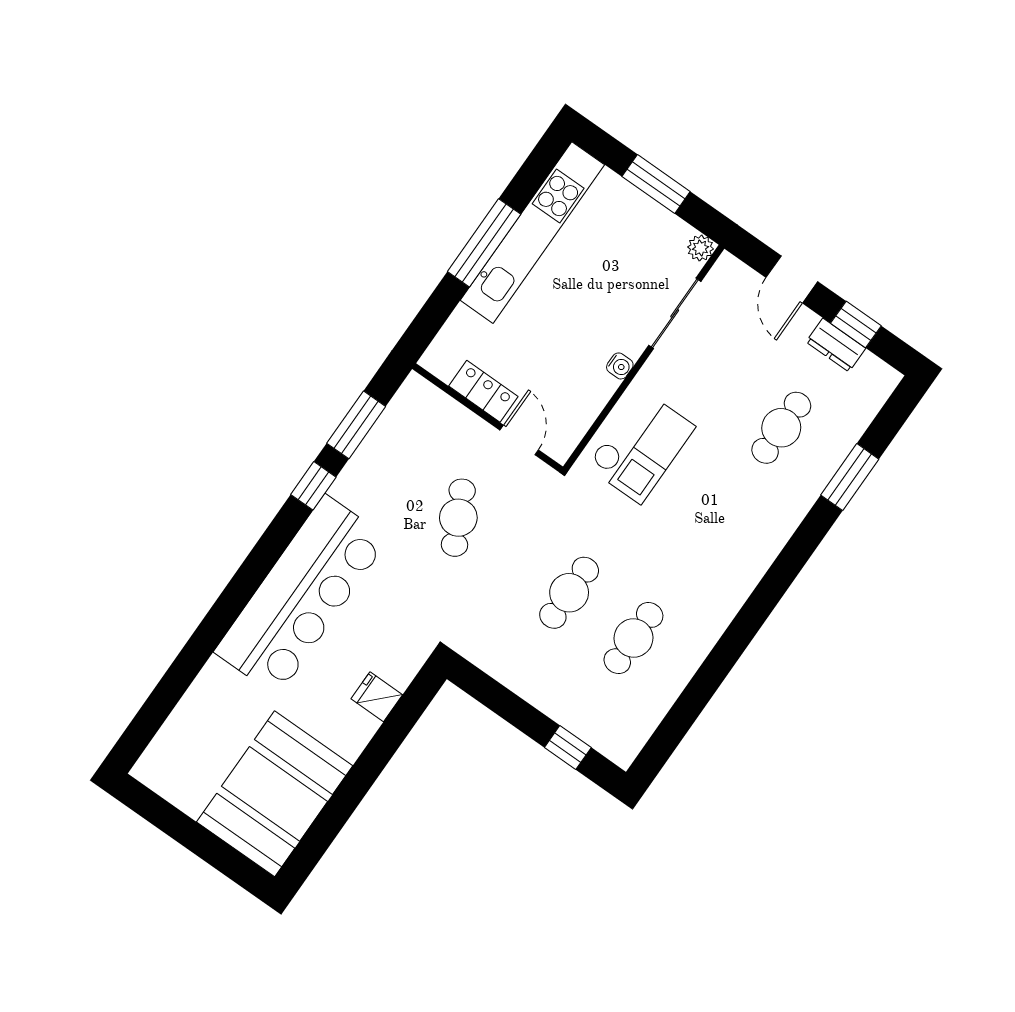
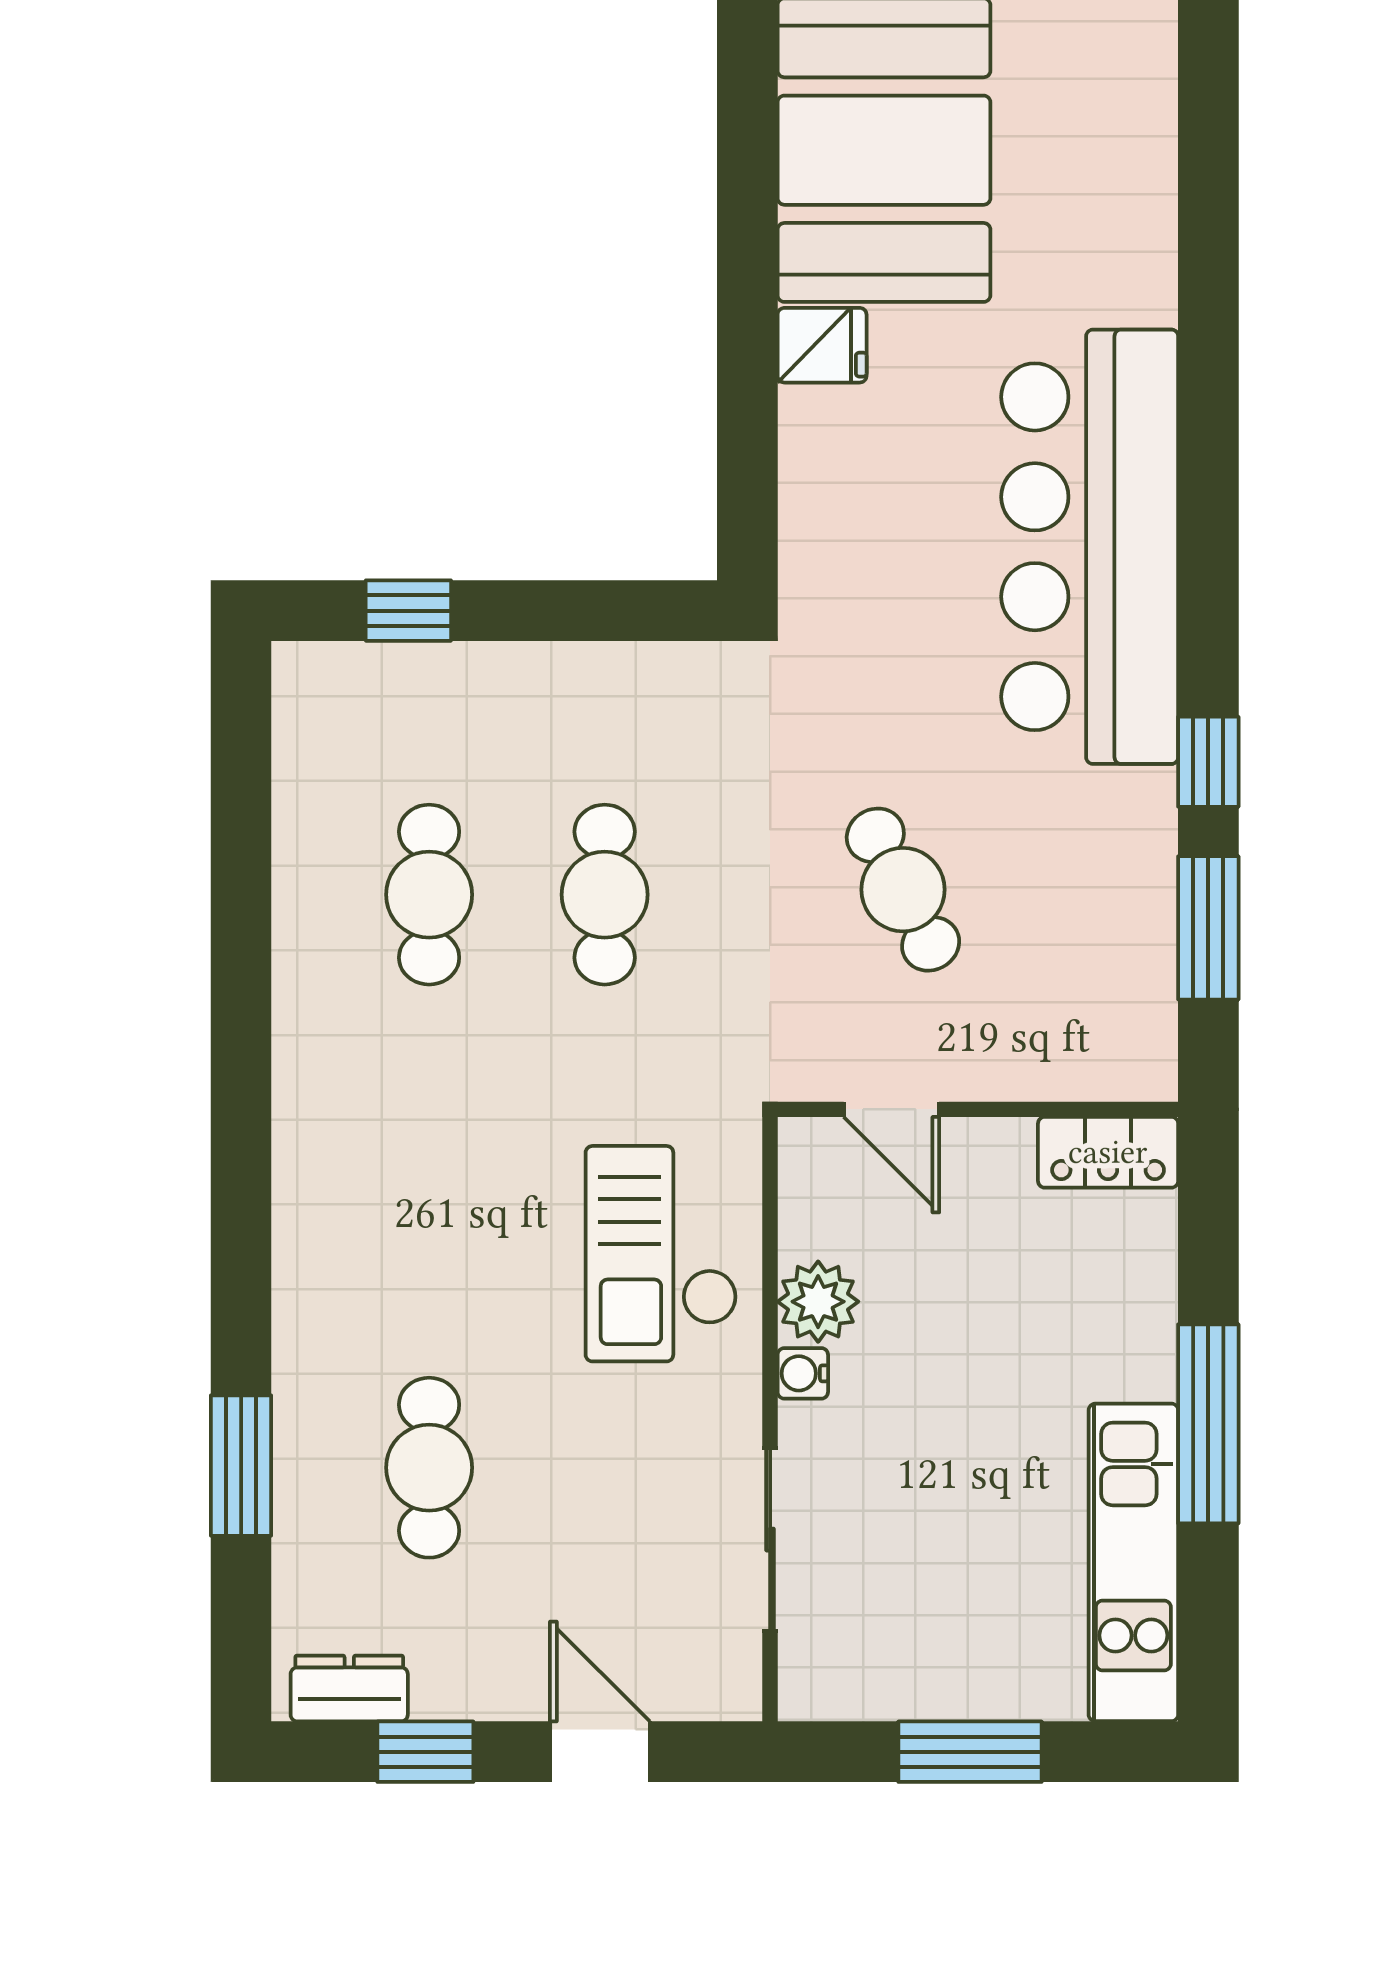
kitchen unit: (532, 233) -> (1133, 1562), width x0.73
plant: (700, 248) -> (818, 1302), moved, width x1.38, depth x1.38
dresser: (836, 345) -> (349, 1689), moved
locker: (483, 391) -> (1108, 1152), moved
fridge: (377, 697) -> (822, 345), moved

